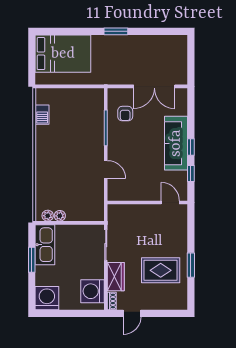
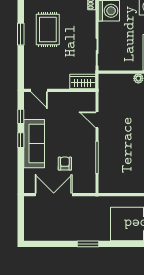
armchair: (125, 114) -> (65, 164), moved
rug: (161, 270) -> (48, 30), turned 90
wardrobe: (116, 277) -> (83, 82), moved, turned 90

